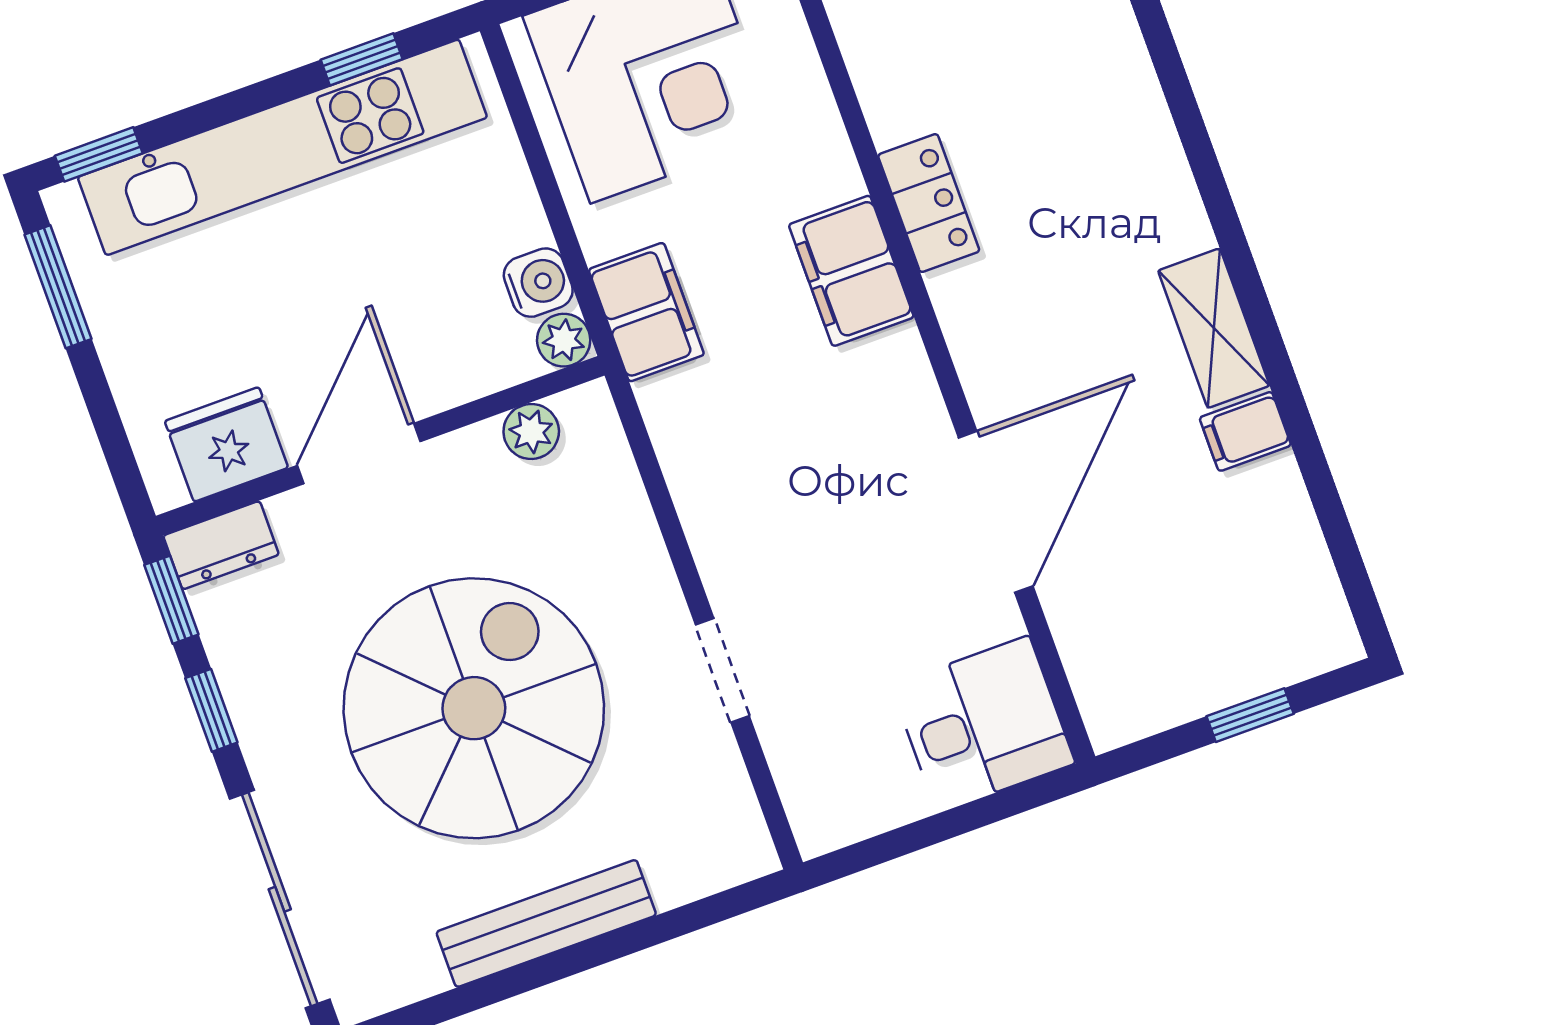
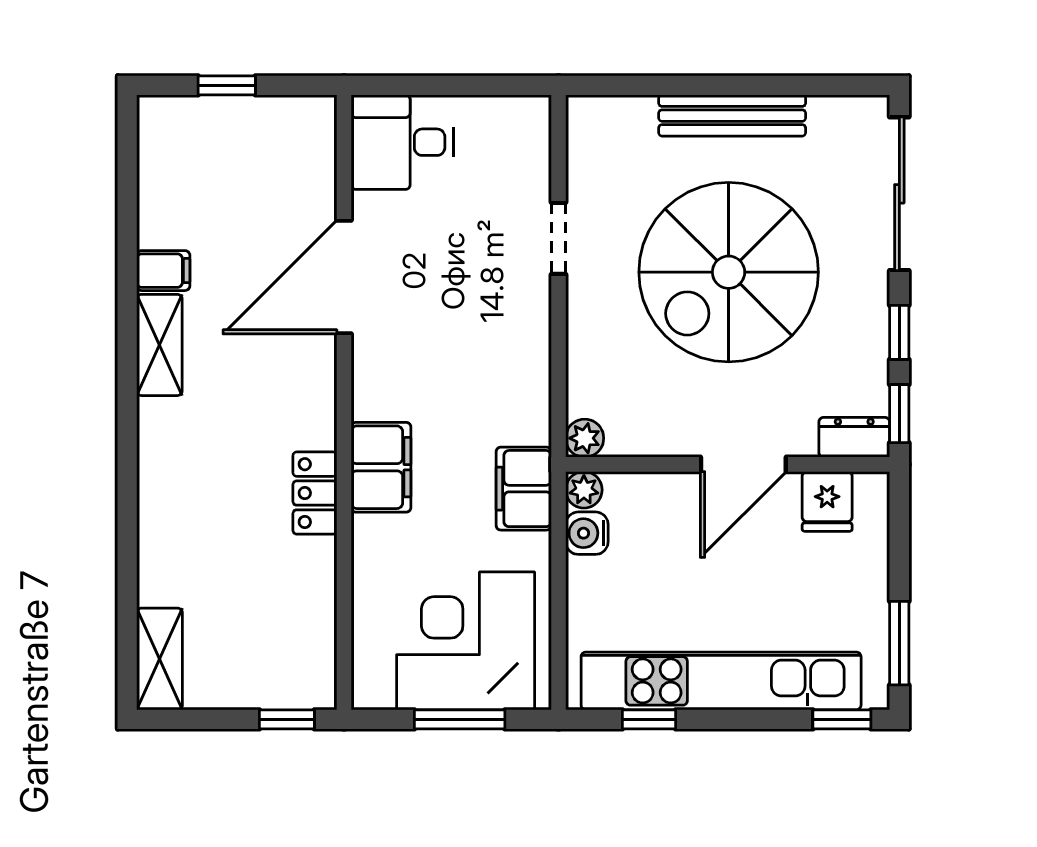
plant: (531, 432) -> (585, 438), moved
fridge: (226, 444) -> (827, 501), width x0.72

